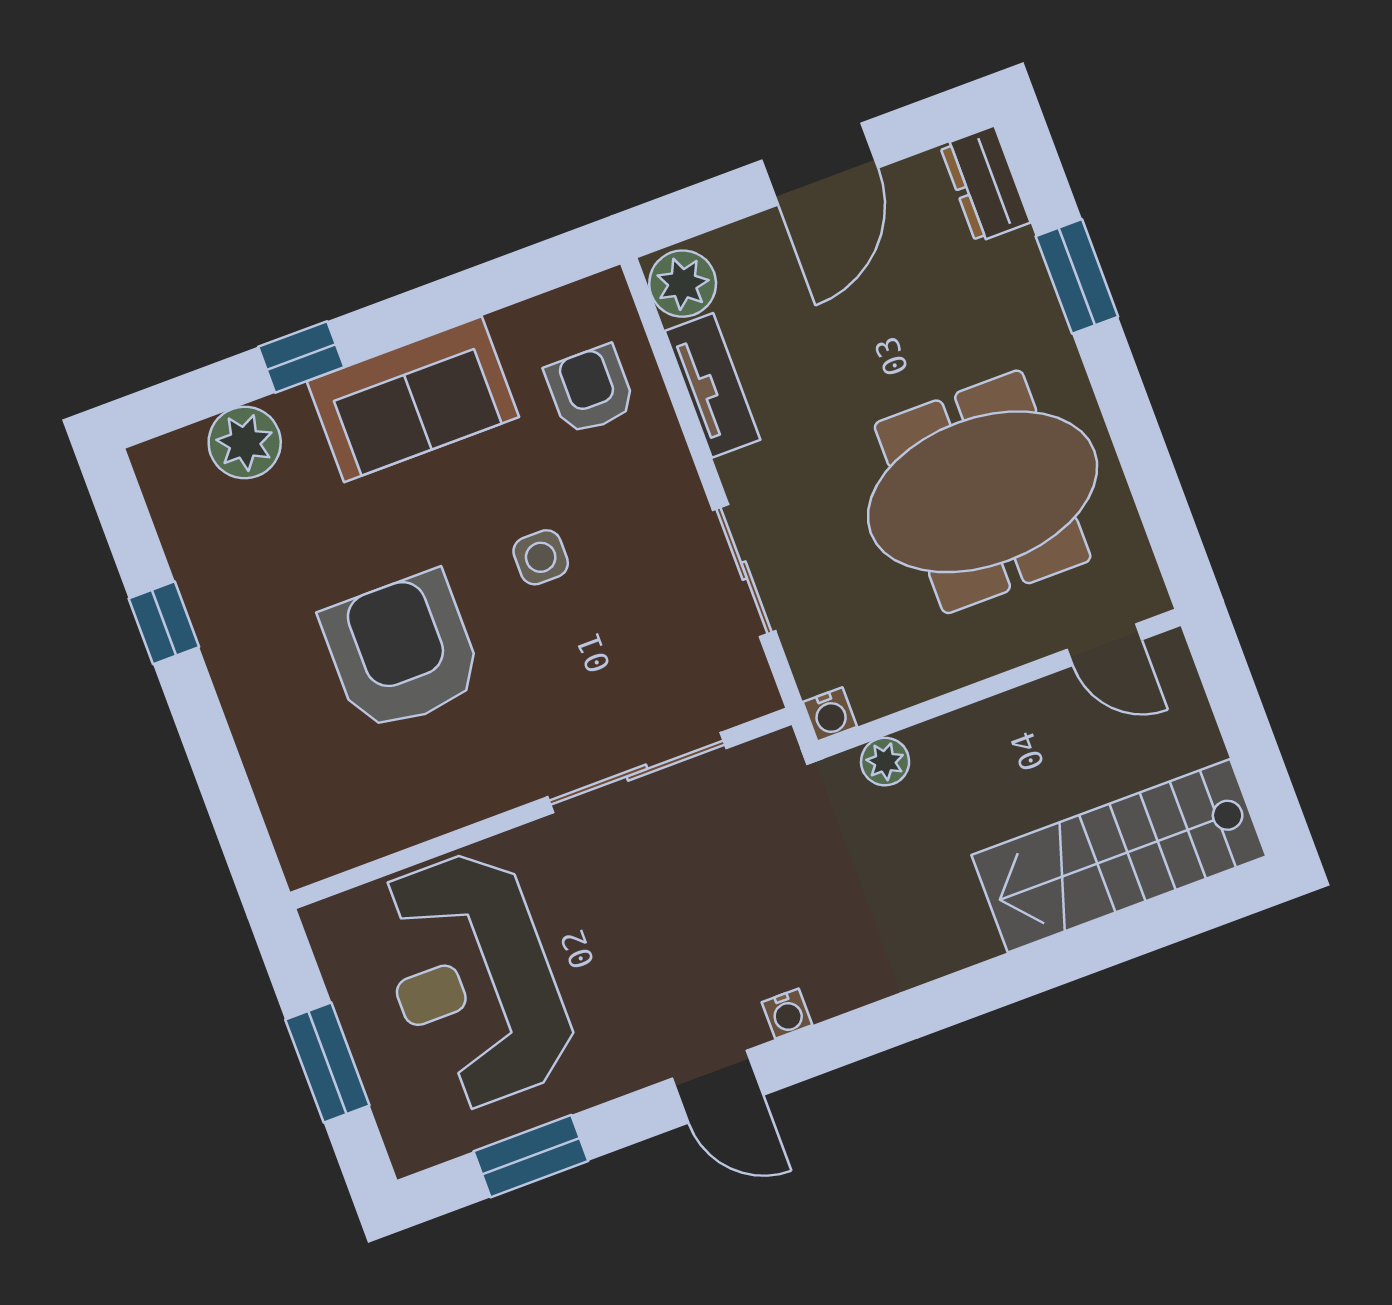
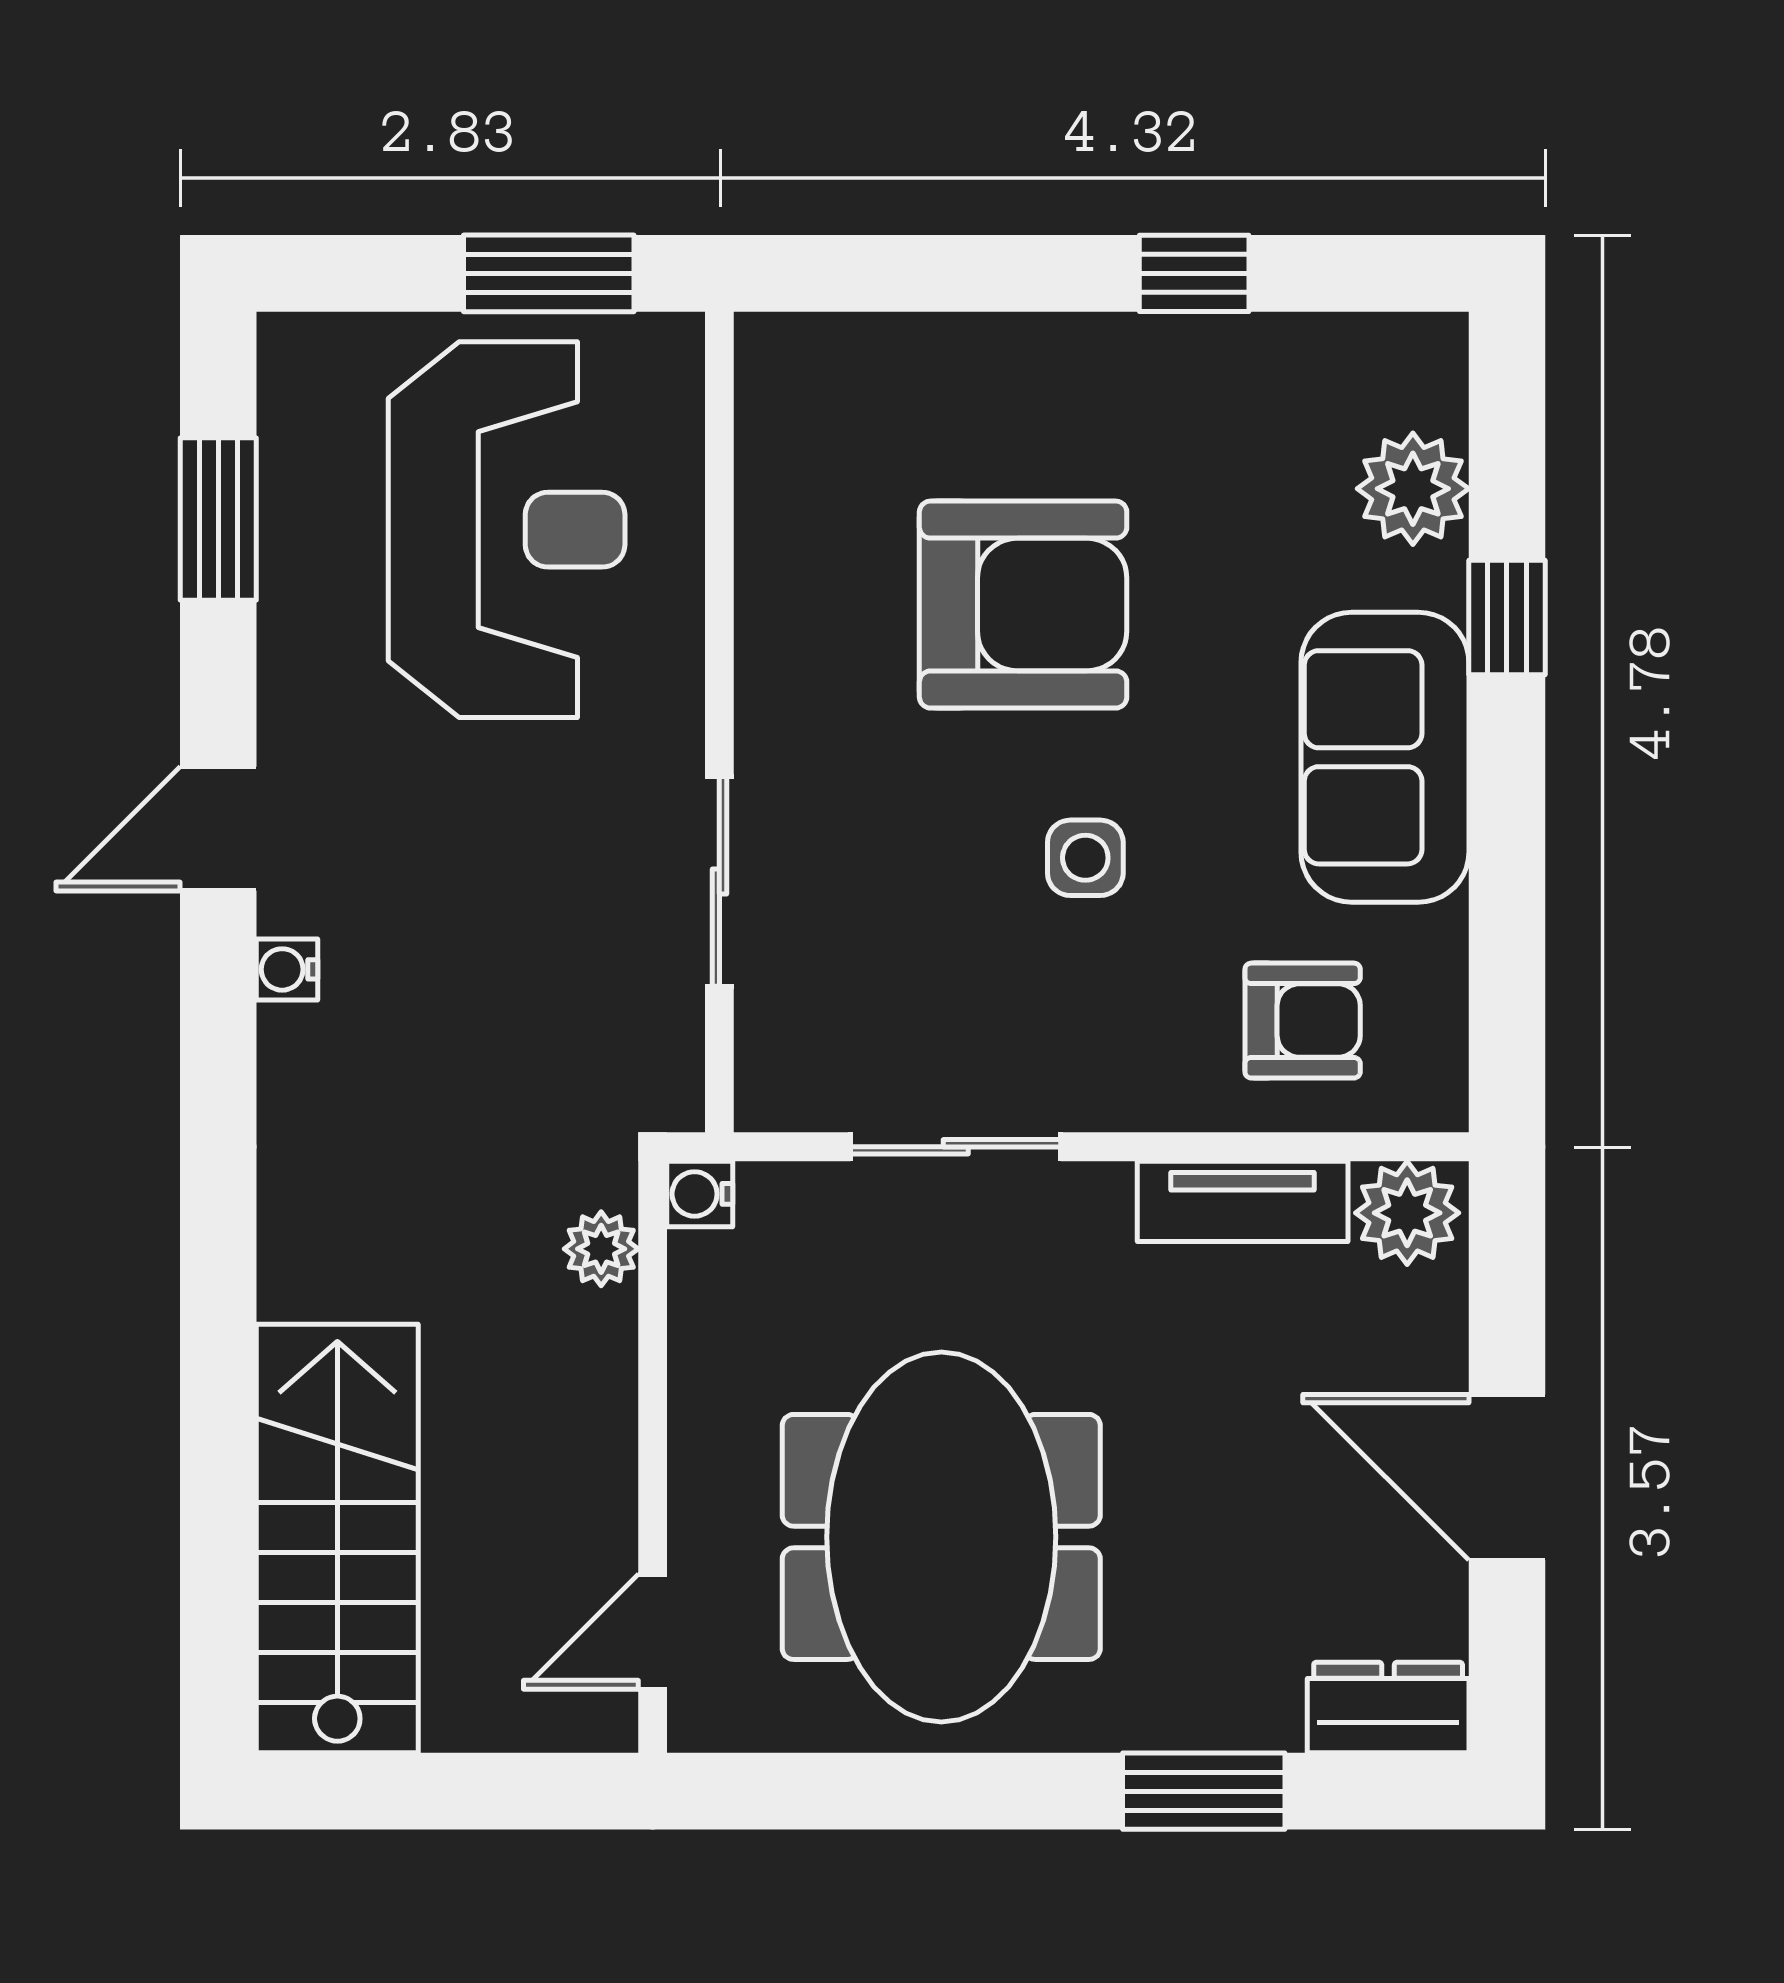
sliding door: (637, 773) -> (719, 881), width x0.73
reception desk: (473, 980) -> (507, 530), turned 90
window: (327, 1063) -> (549, 273), moved

